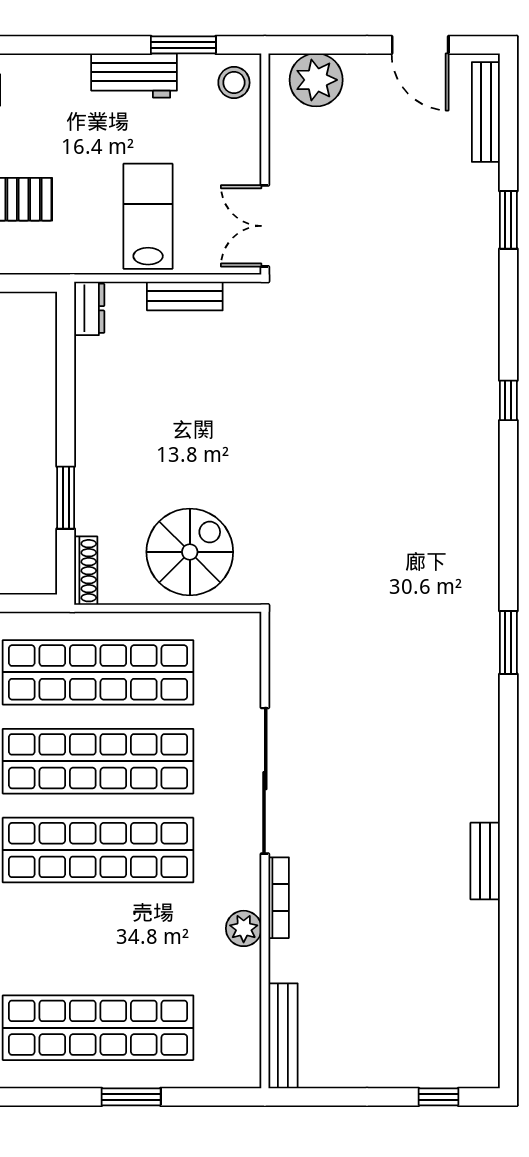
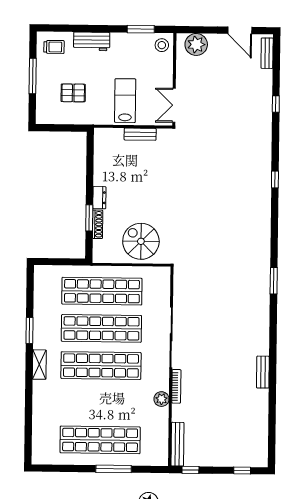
workbench: (134, 76) -> (92, 41), moved
bench: (486, 112) -> (267, 53), width x0.73
window: (508, 220) -> (276, 104), width x0.67
dresser: (89, 308) -> (99, 198), moved
spiral stairs: (190, 552) -> (141, 241), turned -90
shoe rack: (86, 571) -> (98, 224), moved
window: (131, 1097) -> (114, 469), width x1.44
window: (315, 1097) -> (190, 470), added

